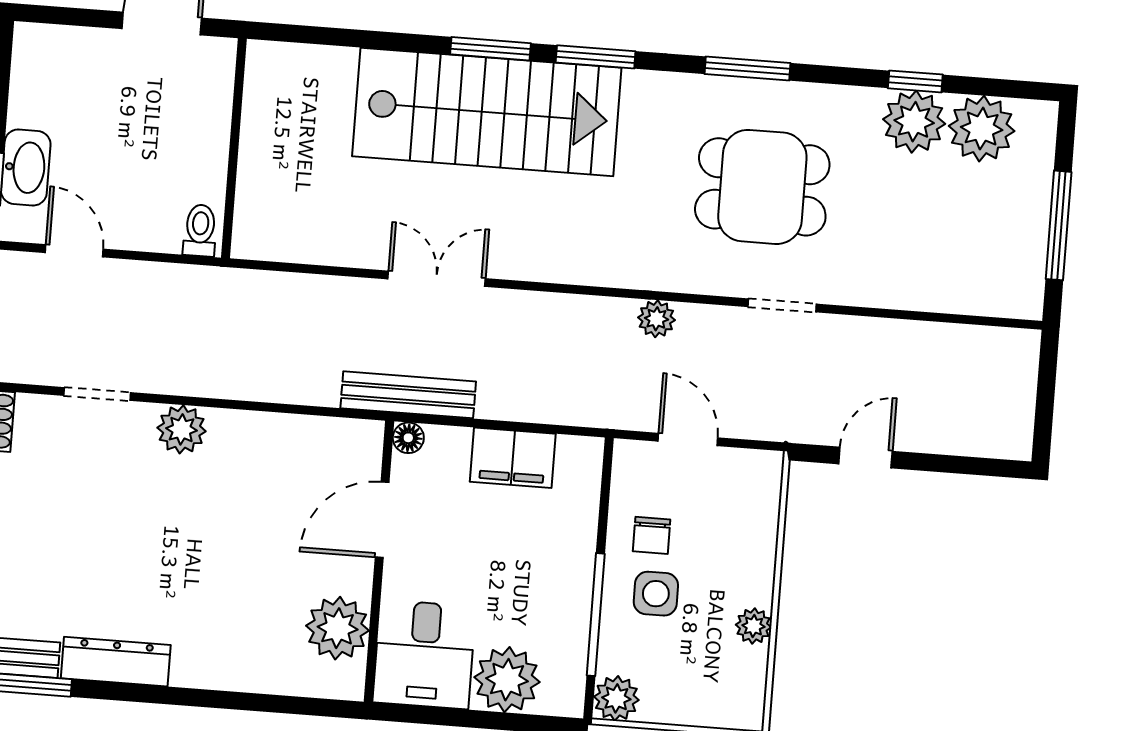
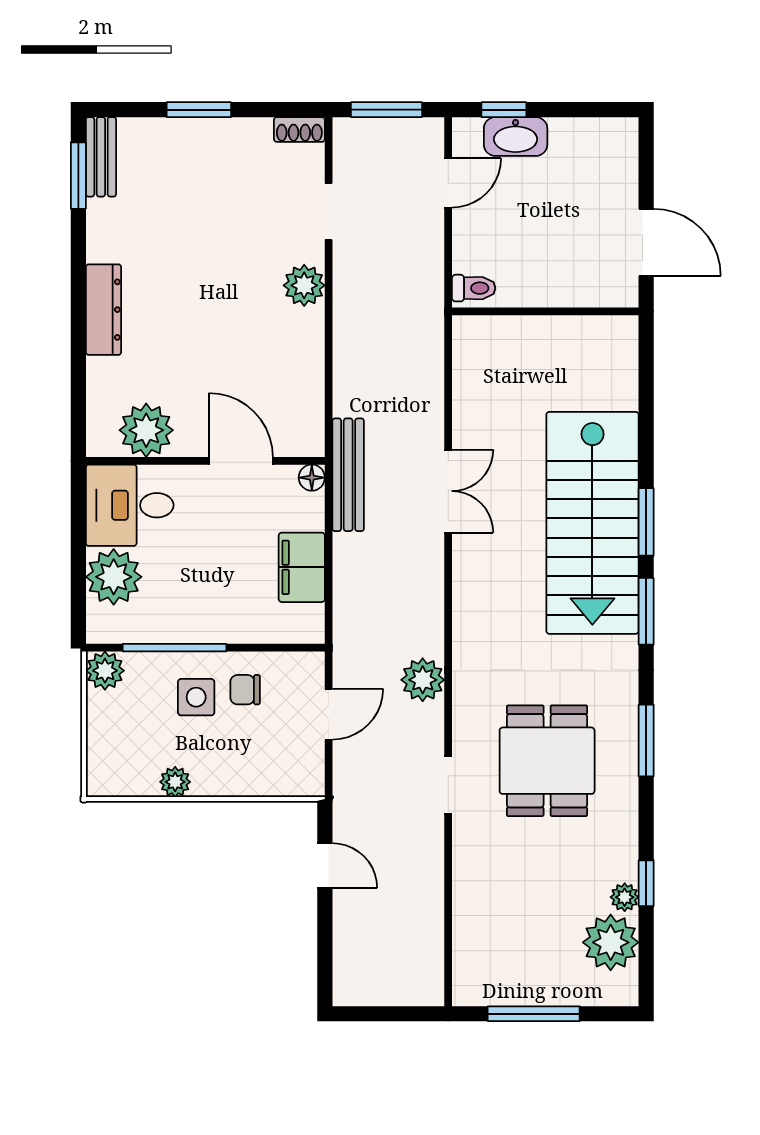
plant: (914, 122) -> (625, 897), width x0.53, depth x0.53
plant: (656, 319) -> (423, 680), width x1.38, depth x1.38
dresser: (116, 662) -> (104, 310), moved

